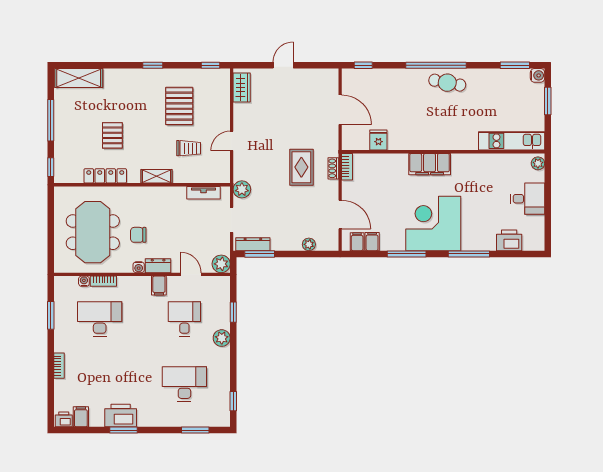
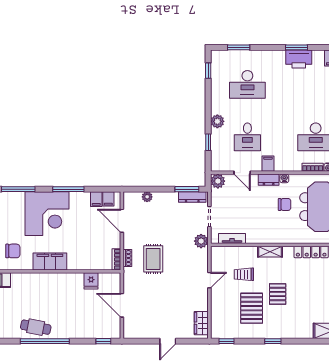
pallet: (112, 135) -> (278, 294), moved
chair: (476, 177) -> (13, 251), added

